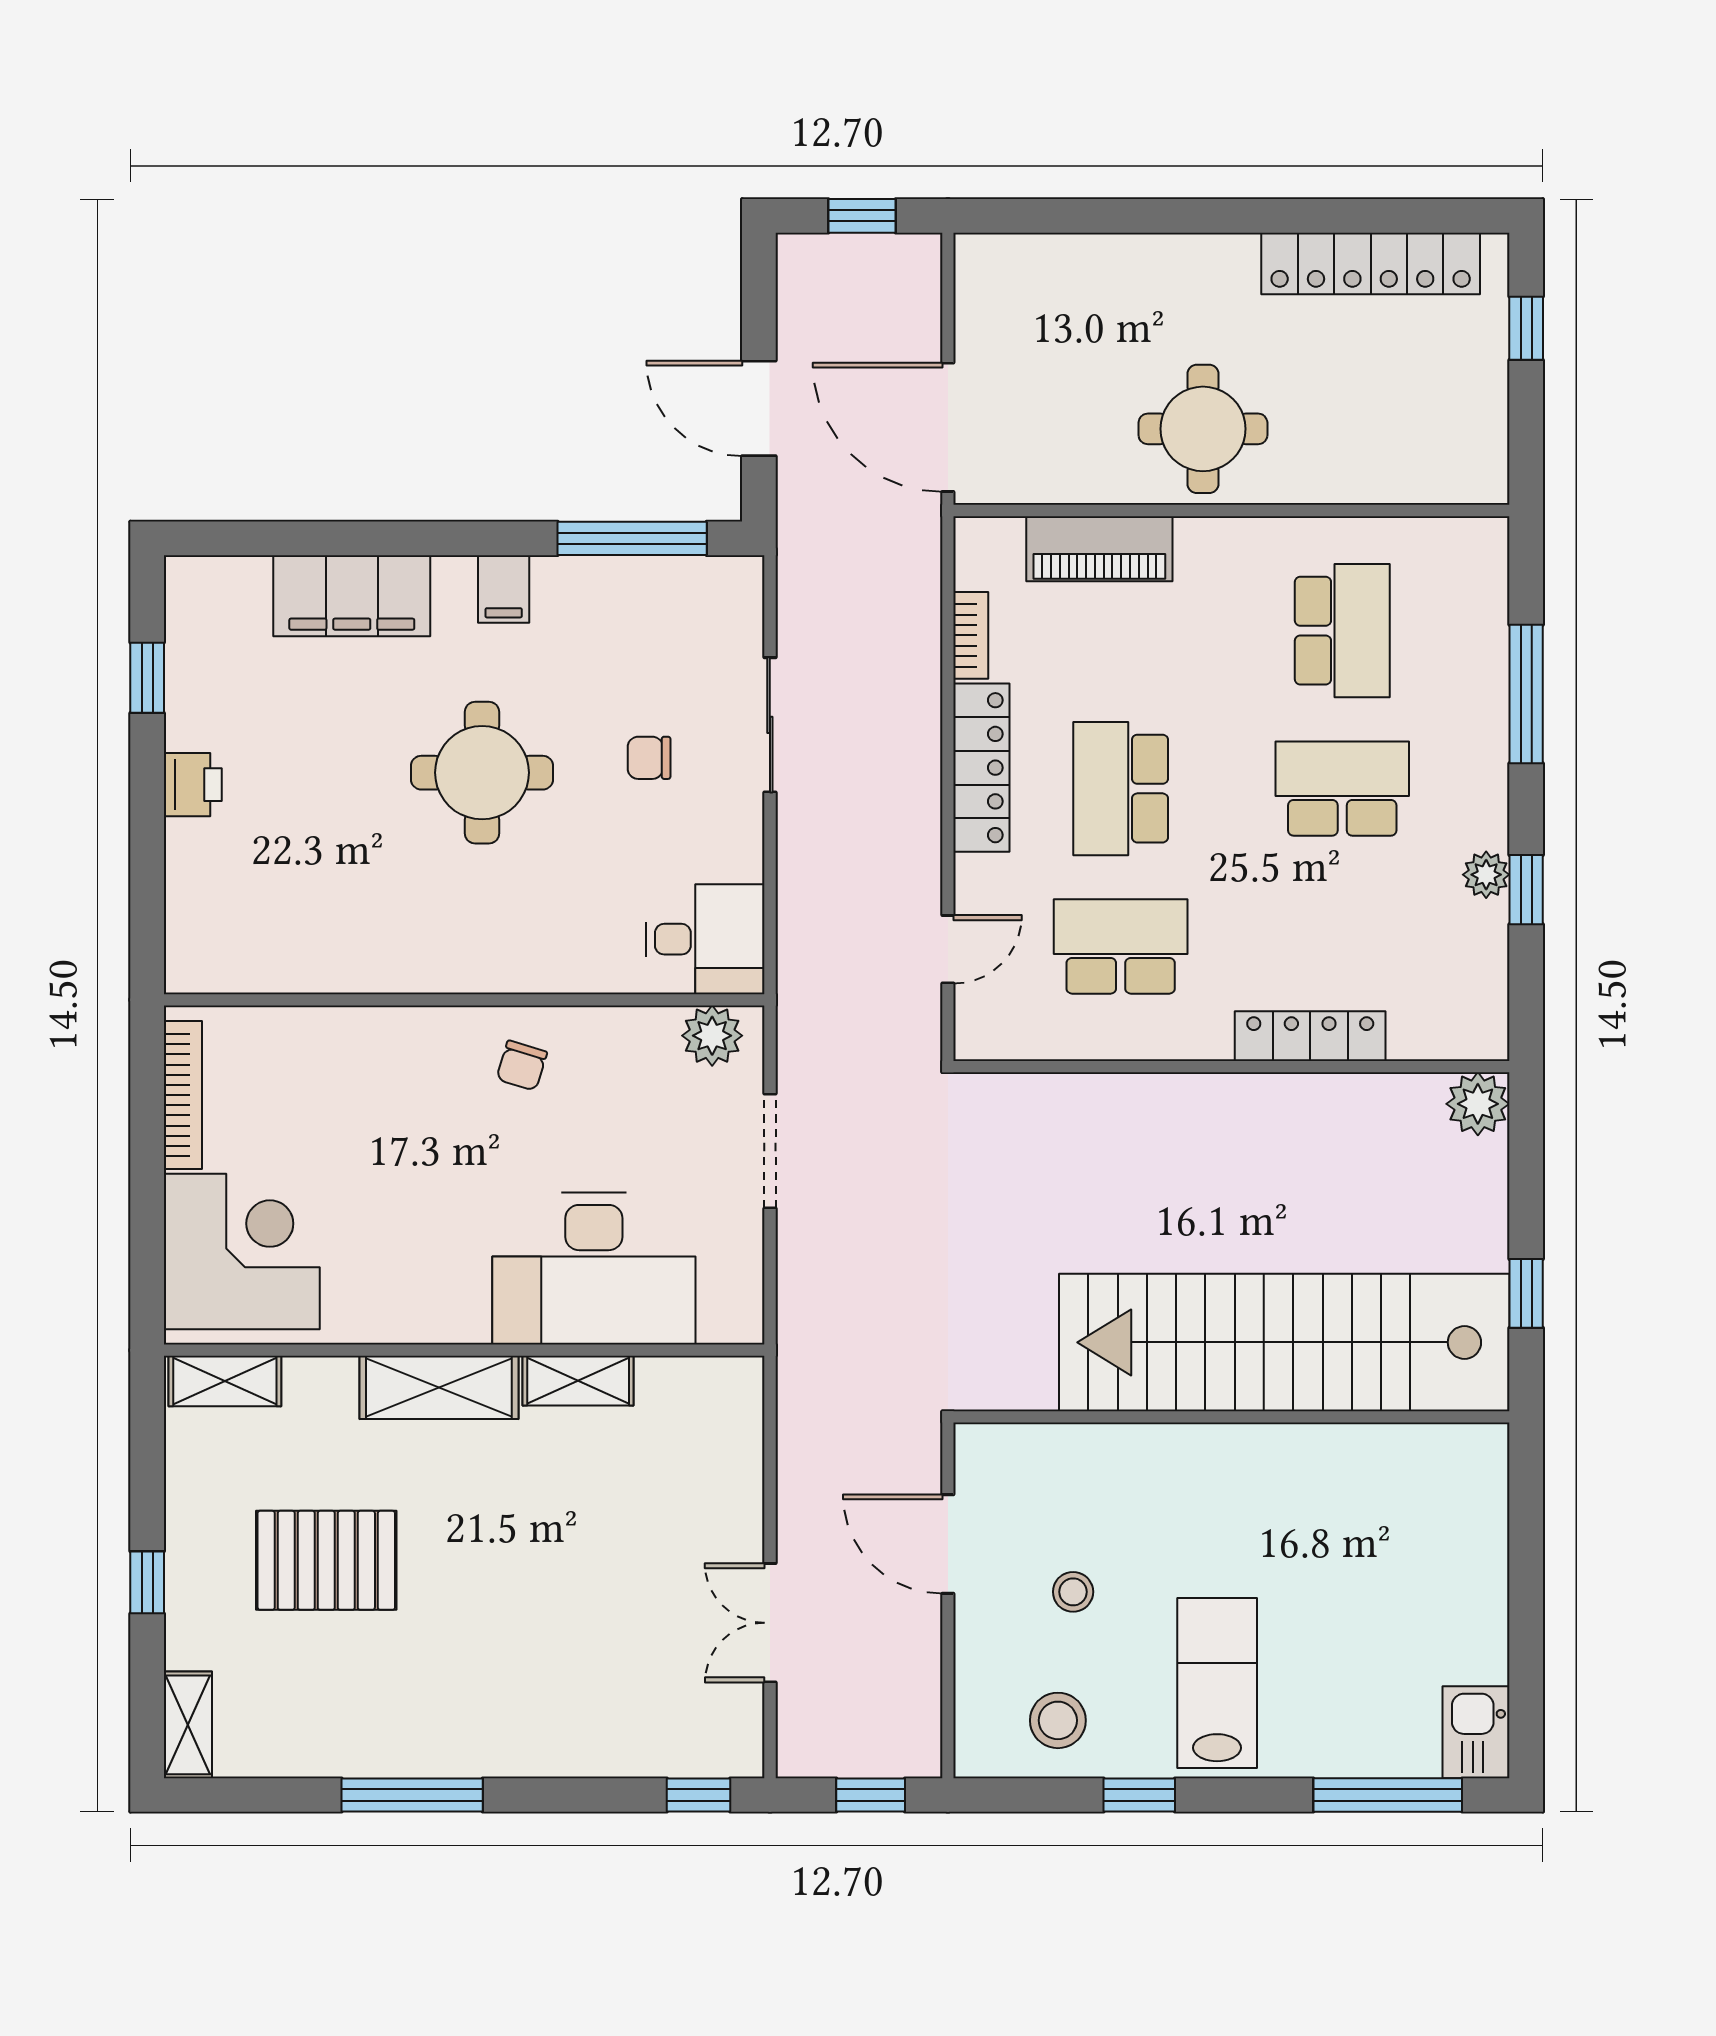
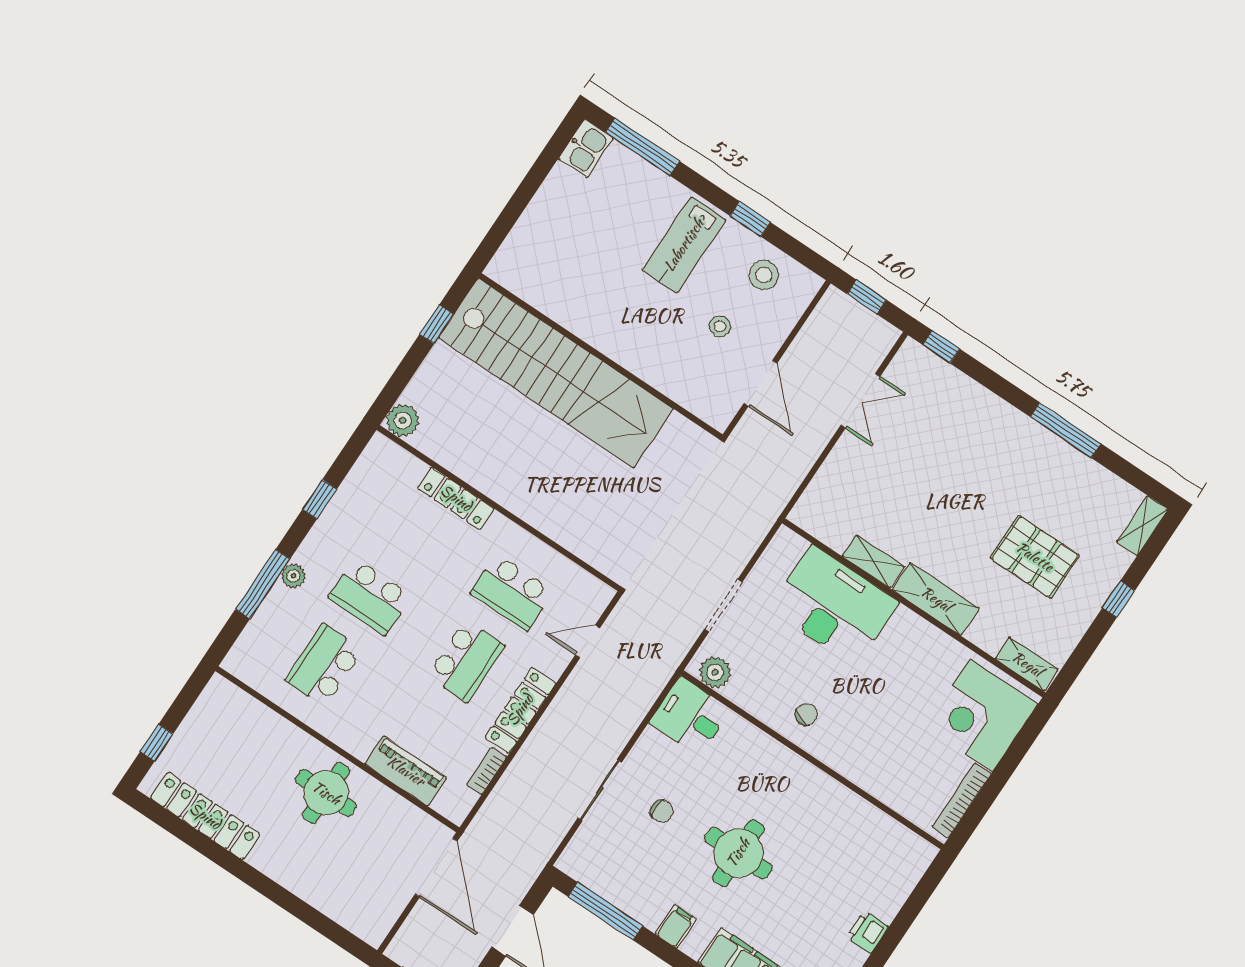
plant: (1486, 875) -> (293, 576), moved

